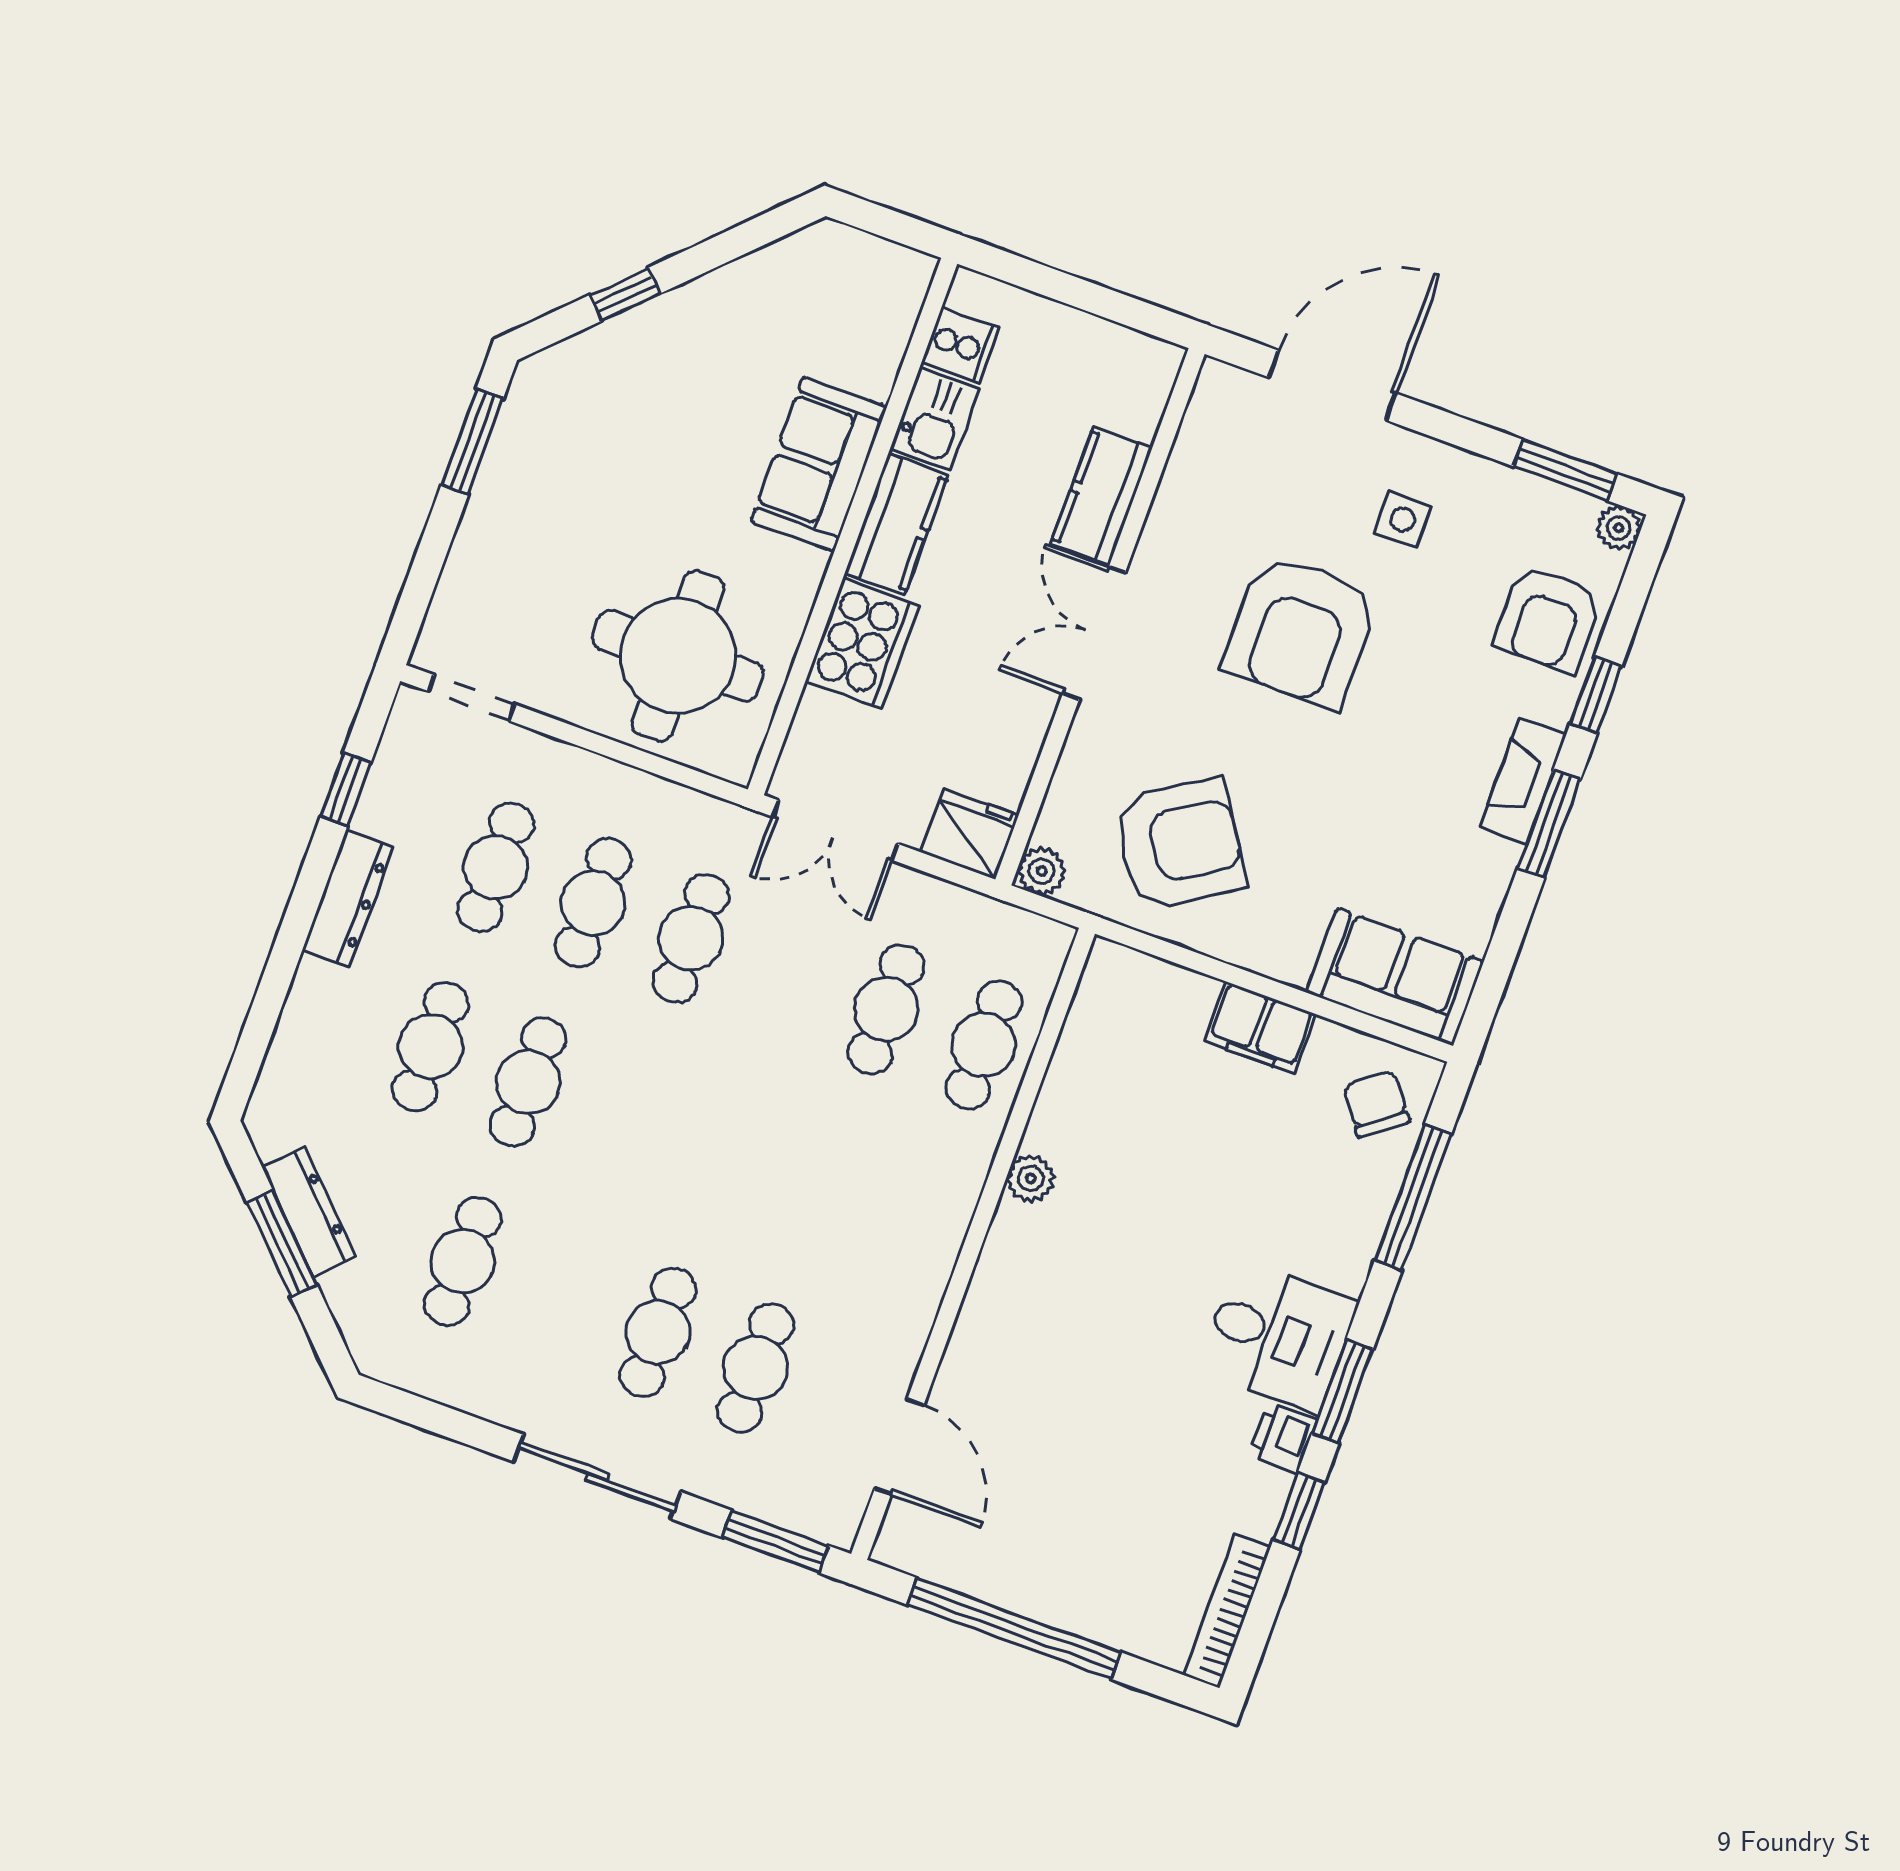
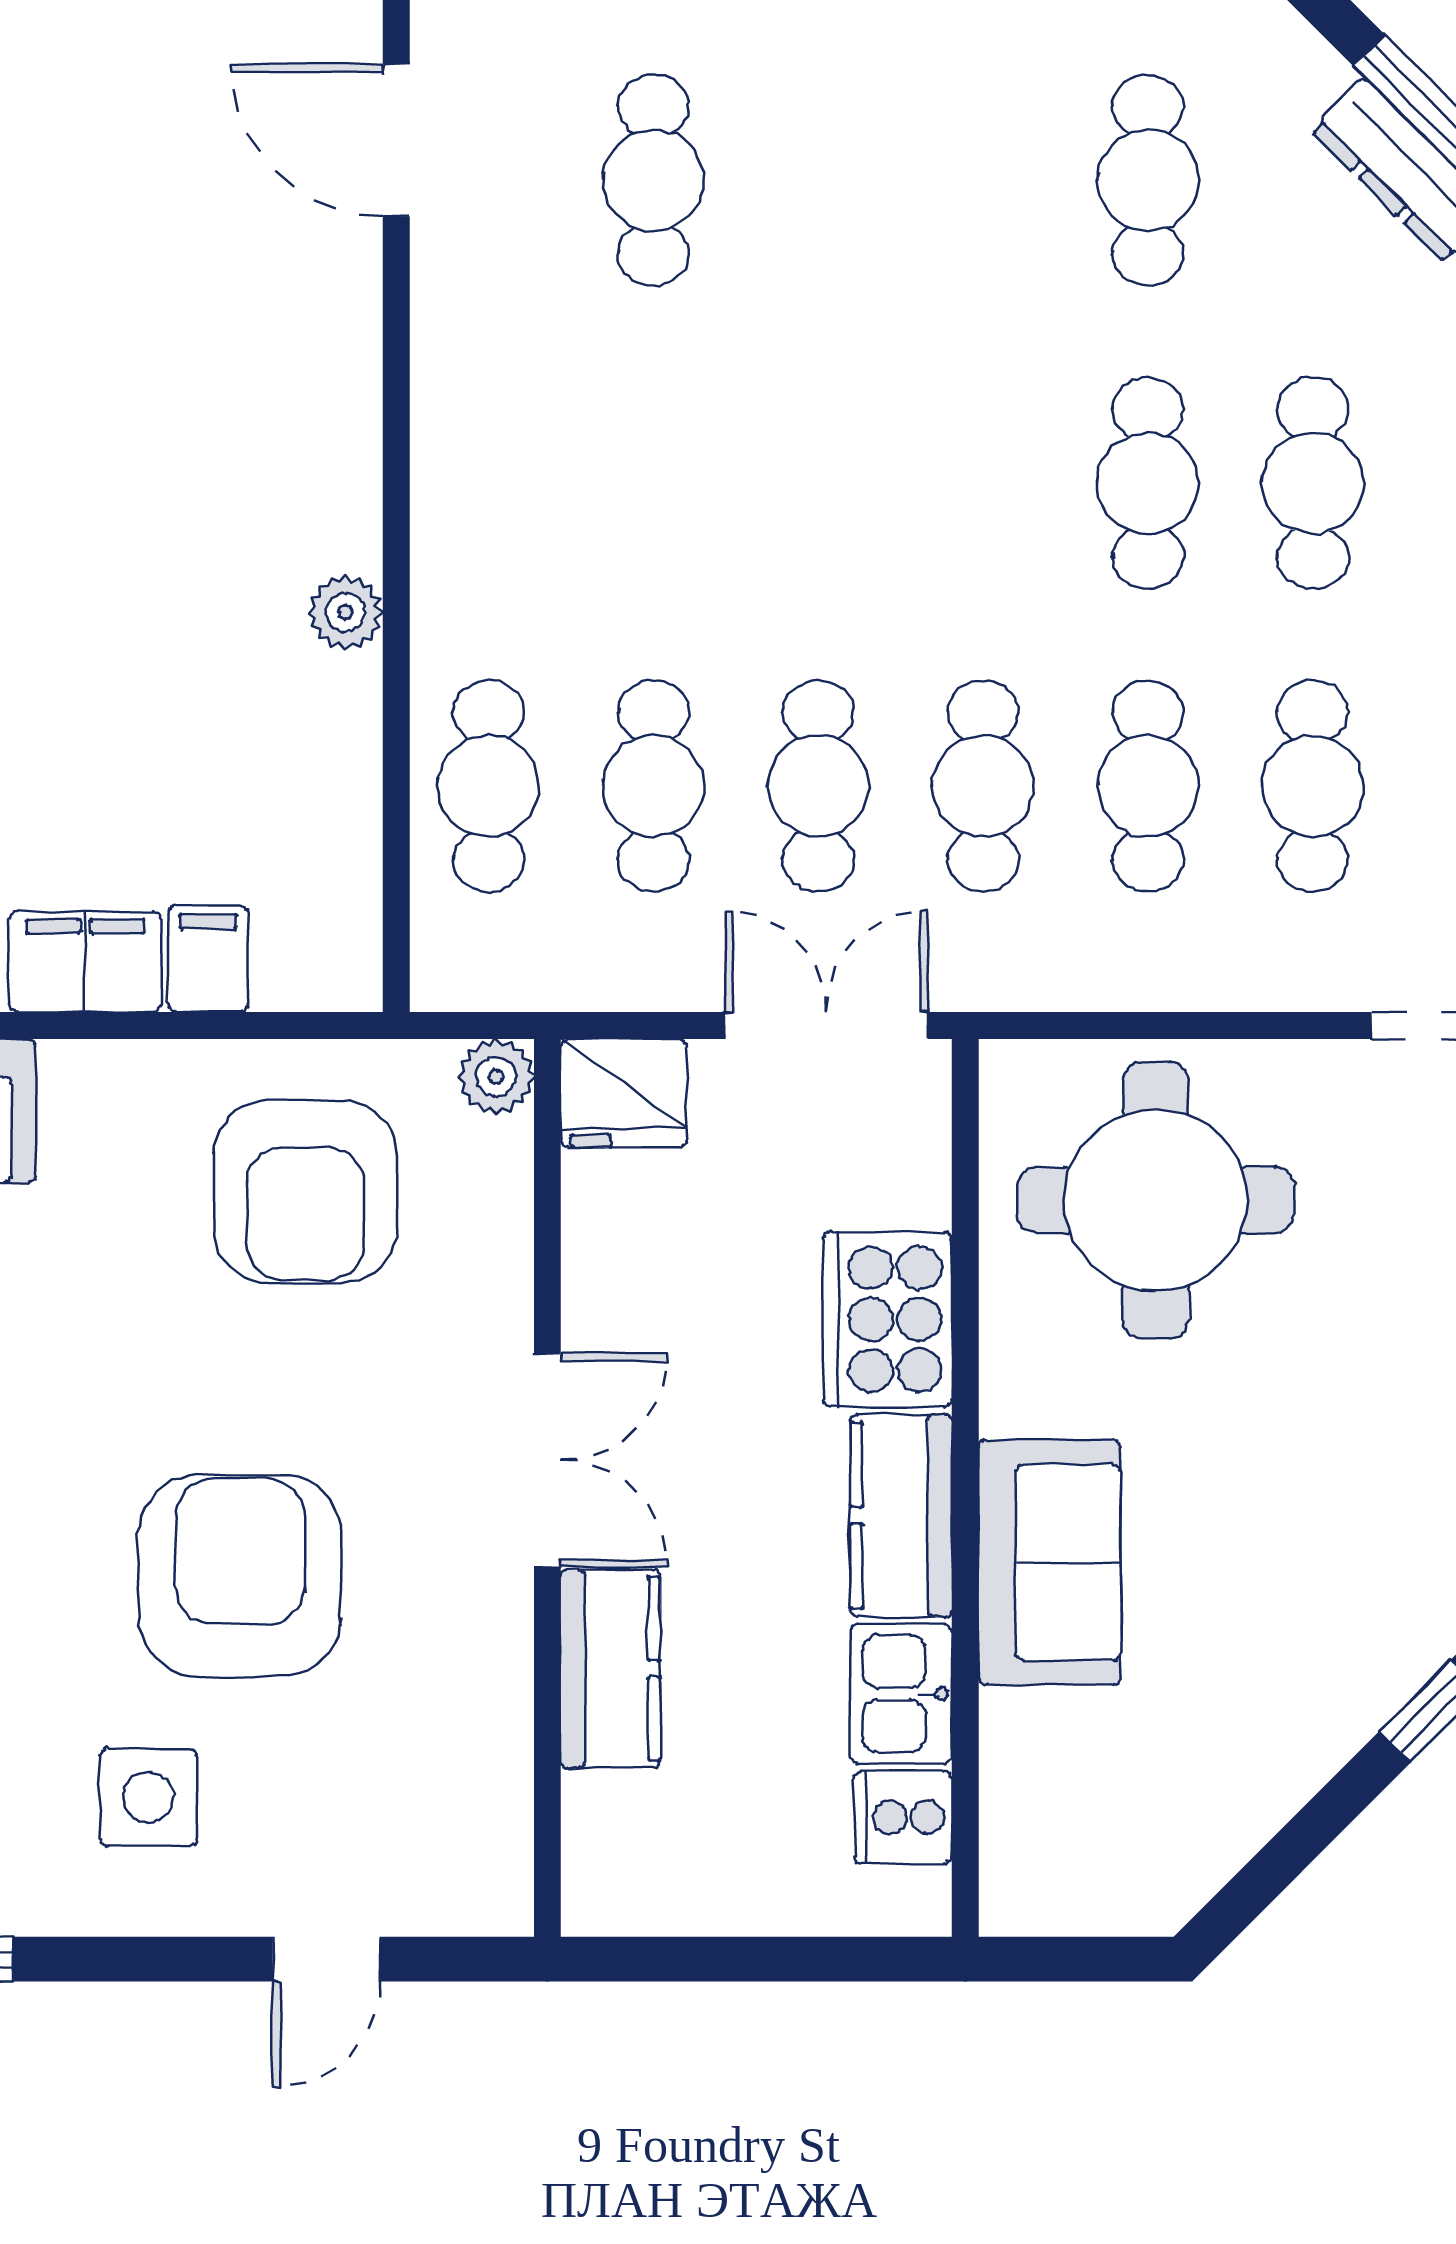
door: (1332, 385) -> (326, 1959), width x0.53
side table: (1403, 519) -> (148, 1797), width x1.37, depth x1.37
armchair: (1179, 844) -> (305, 1192), turned -57
filing cabinet: (1187, 1003) -> (208, 959), added
cafe table: (658, 1332) -> (818, 786), moved

